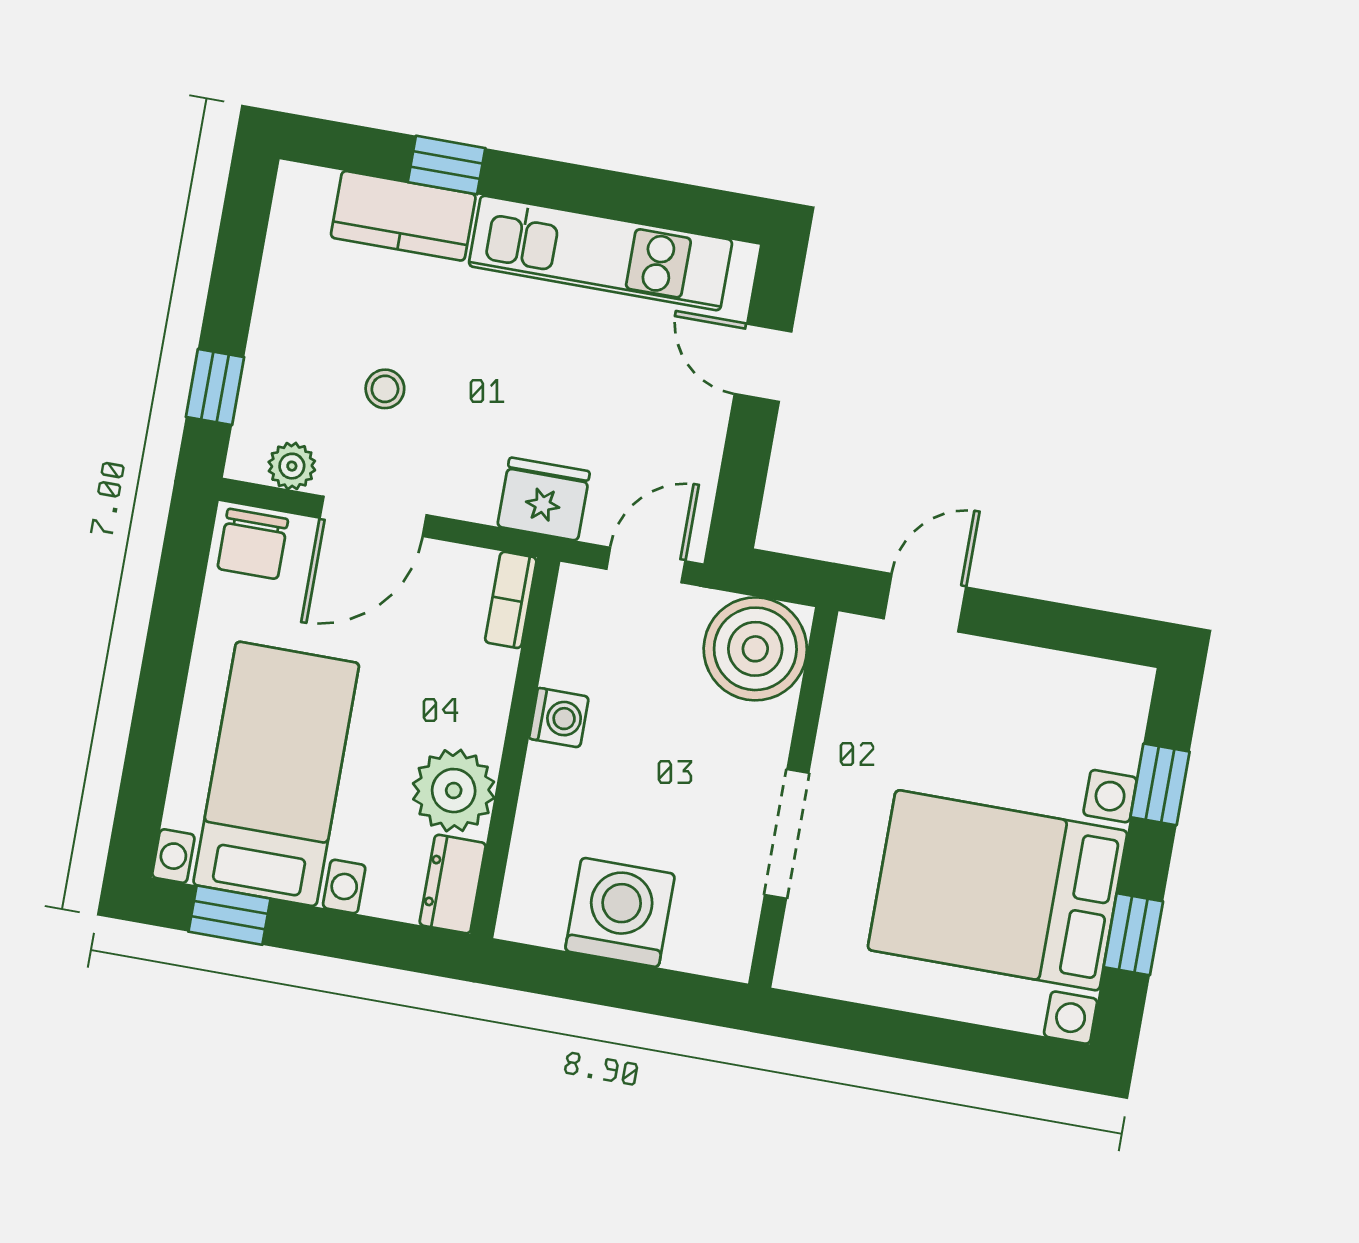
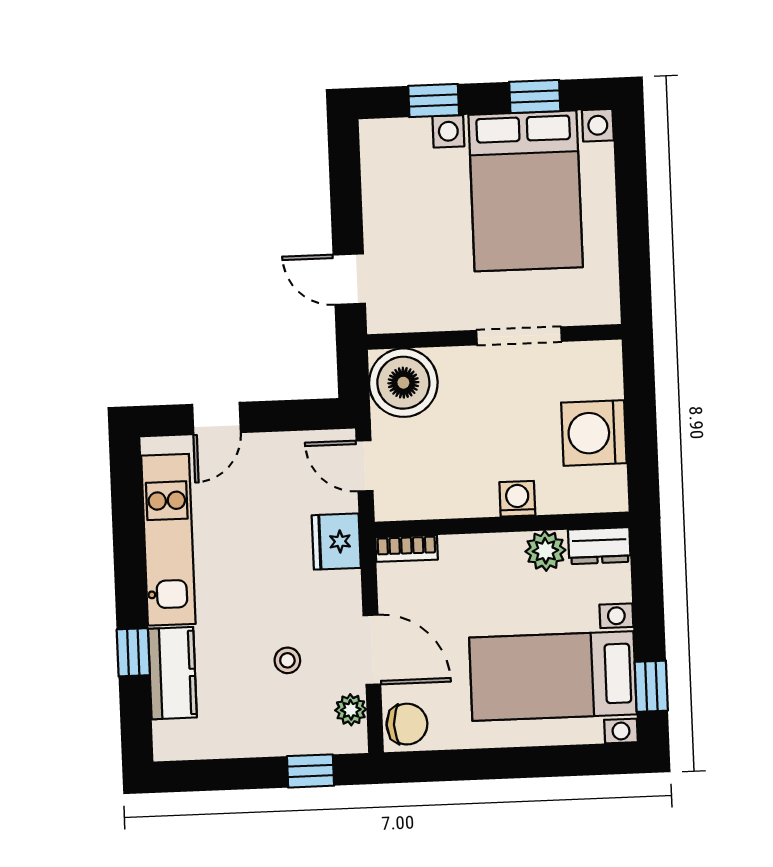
washing machine: (559, 718) -> (517, 499), moved
plant: (454, 791) -> (545, 551), width x0.73, depth x0.73

